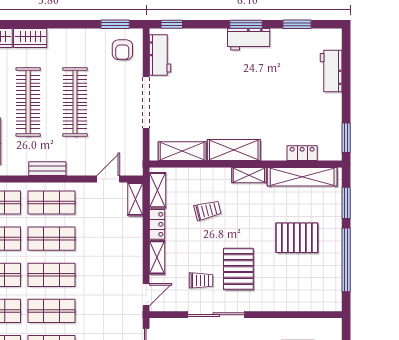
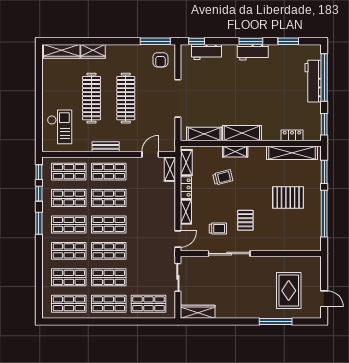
window: (115, 24) -> (155, 41), width x1.44
workbench: (160, 55) -> (207, 52), moved, turned 90
workbench: (331, 71) -> (313, 81), width x1.38
window: (346, 74) -> (324, 77), added
shelving: (249, 175) -> (235, 152), moved
pallet: (238, 269) -> (245, 220), width x0.67, depth x0.71

